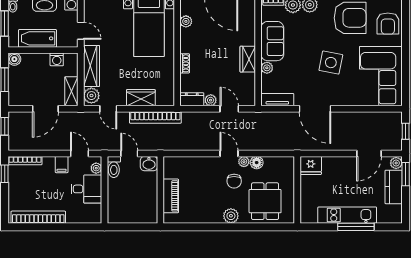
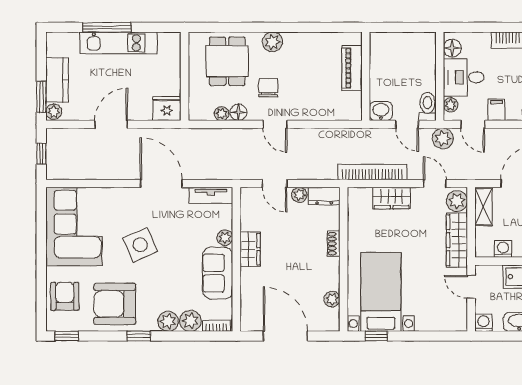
side table: (331, 63) -> (140, 245), turned -35
plant: (102, 143) -> (443, 138), added
door: (369, 153) -> (111, 124), moved
plant: (244, 162) -> (221, 114), moved
floor lamp: (95, 211) -> (452, 48), added

